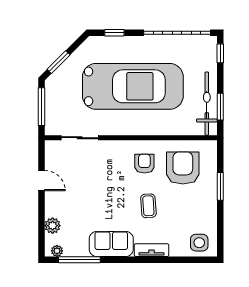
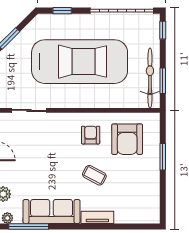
armchair: (183, 168) -> (127, 139), turned 180
coffee table: (148, 206) -> (94, 175), turned -58
side table: (199, 243) -> (143, 210), removed
sofa: (111, 244) -> (52, 211), width x1.36

